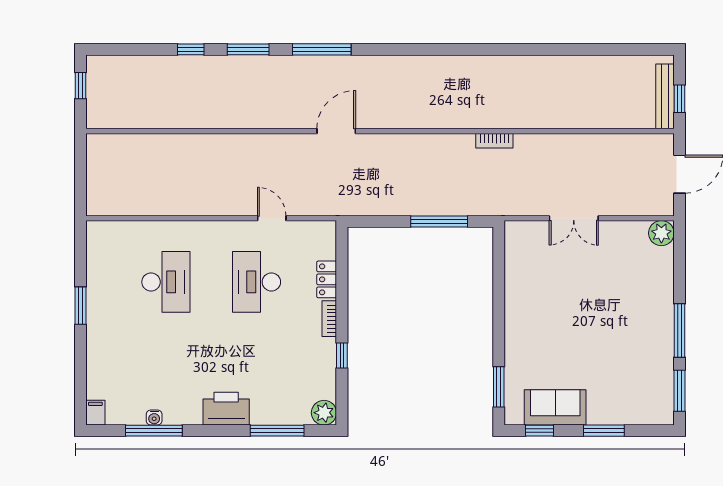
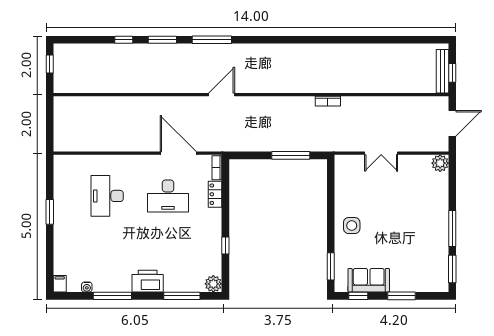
door: (272, 218) -> (178, 153), width x1.87
desk: (166, 282) -> (107, 196), turned 180
desk: (257, 282) -> (168, 196), turned -90
bookcase: (329, 319) -> (217, 168), moved
side table: (530, 326) -> (352, 226), added
water cooler: (154, 417) -> (87, 287), moved
window: (154, 431) -> (112, 296), moved

